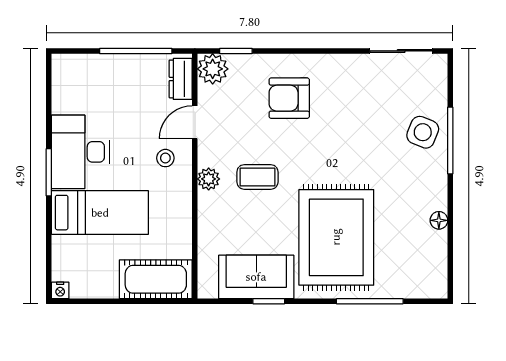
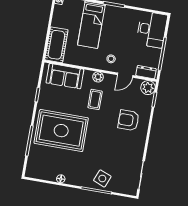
armchair: (289, 98) -> (129, 120), turned -90
door: (195, 122) -> (125, 75), swing flipped
desk: (80, 152) -> (152, 30), moved, turned 90
sofa: (256, 277) -> (65, 76), moved, turned 90

